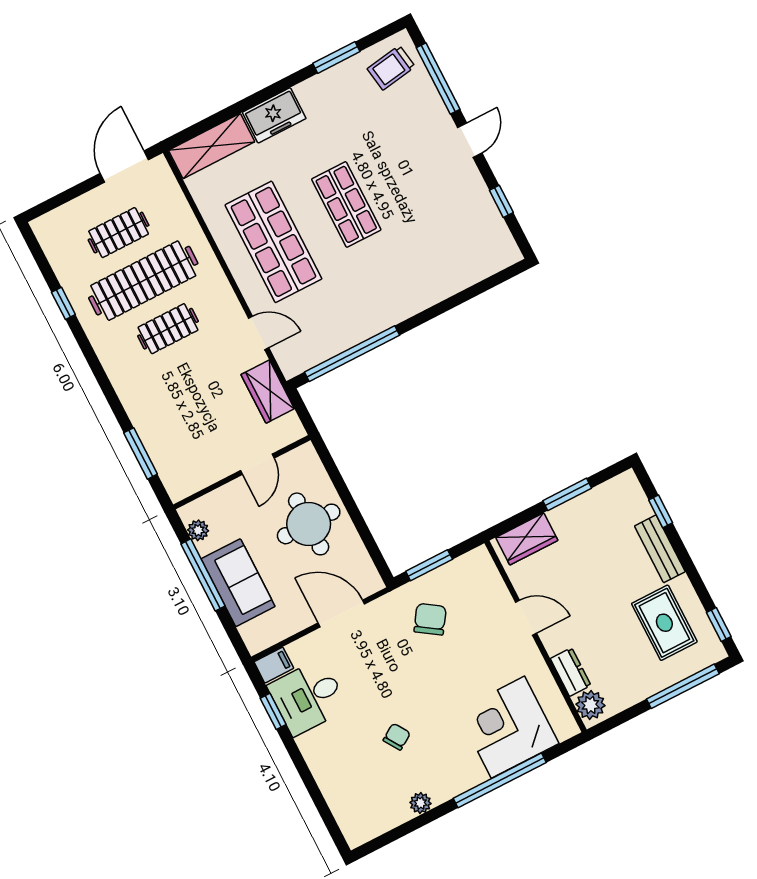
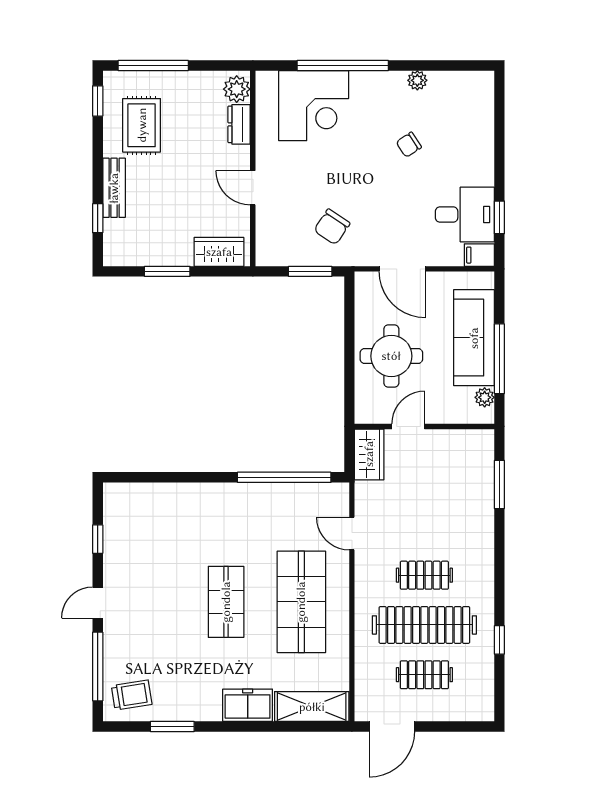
wardrobe: (268, 392) -> (369, 454), moved
sofa: (238, 583) -> (474, 338), width x1.36

